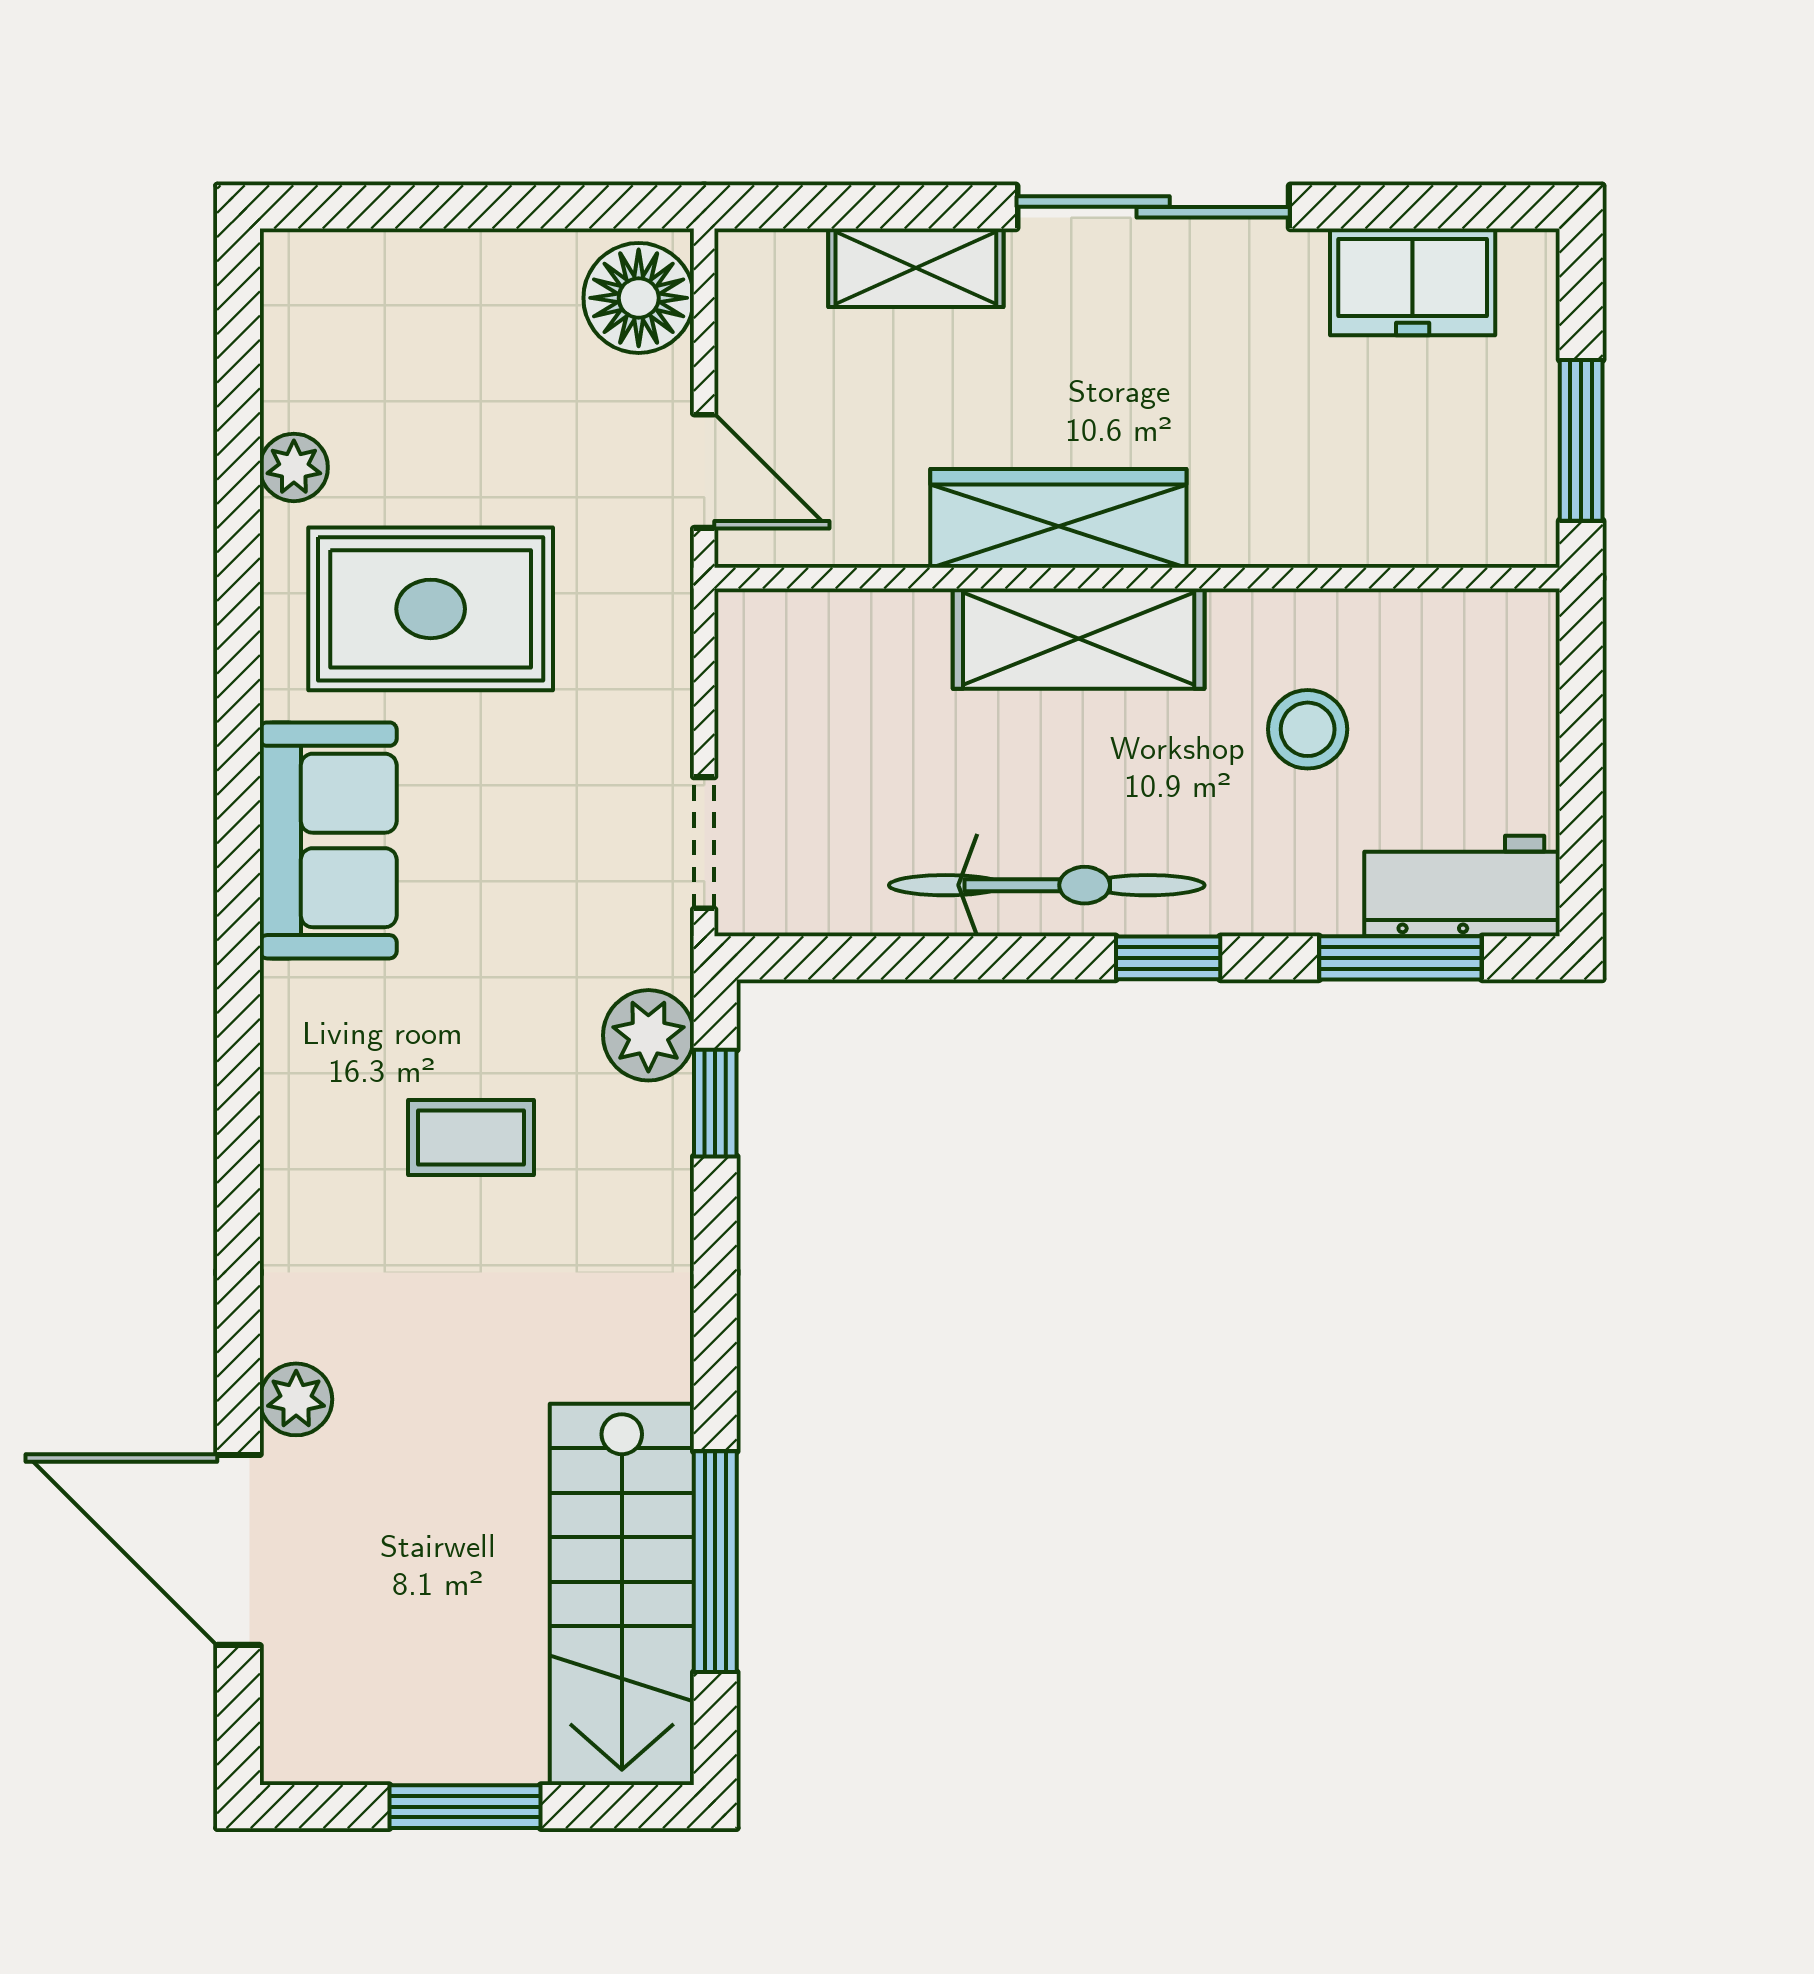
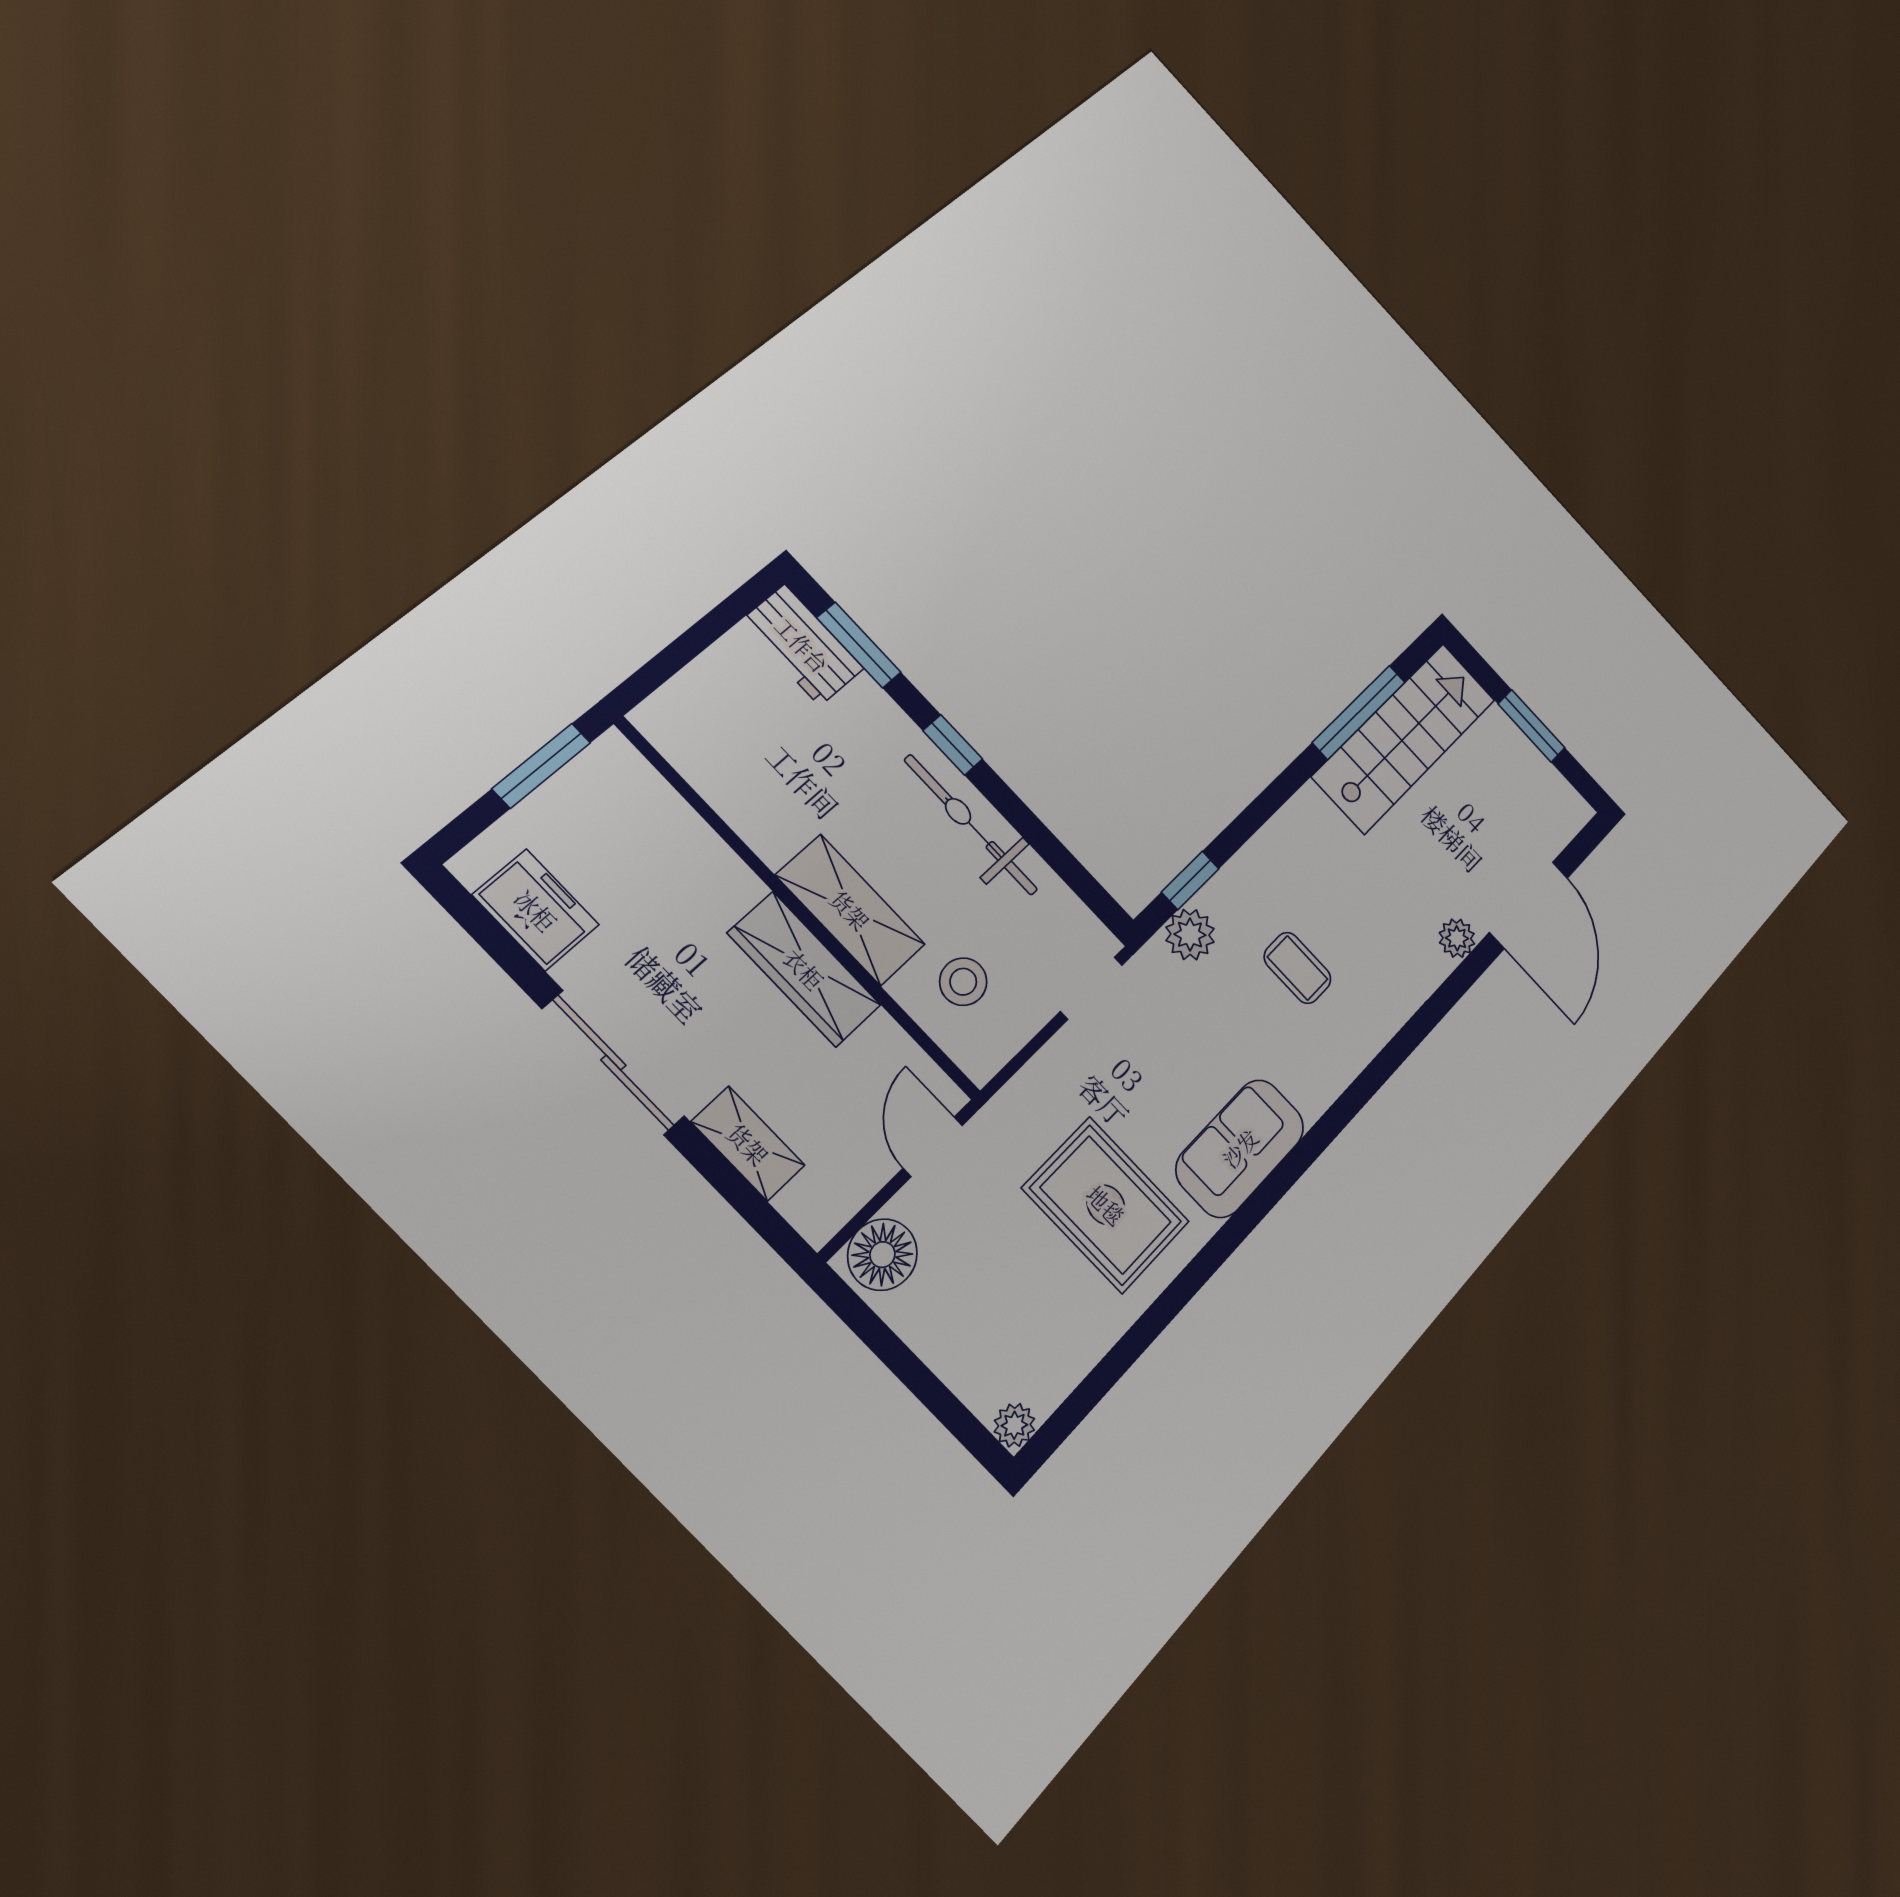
plant: (294, 467) -> (1014, 1425), moved
stool: (1308, 729) -> (963, 982), moved

